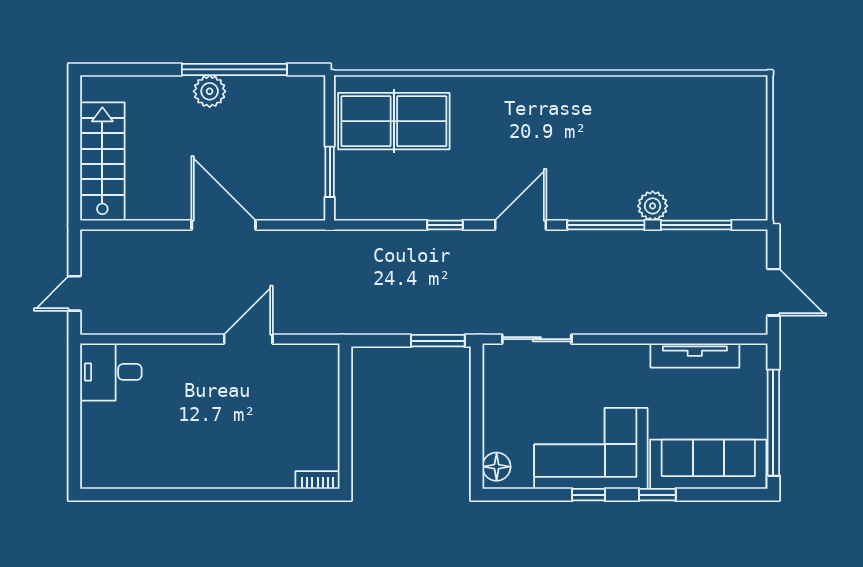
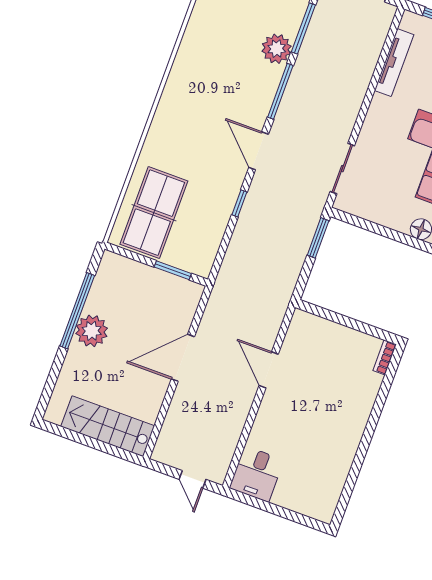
plant: (210, 91) -> (92, 331), width x1.36, depth x1.36
plant: (653, 206) -> (277, 49), width x1.36, depth x1.36

